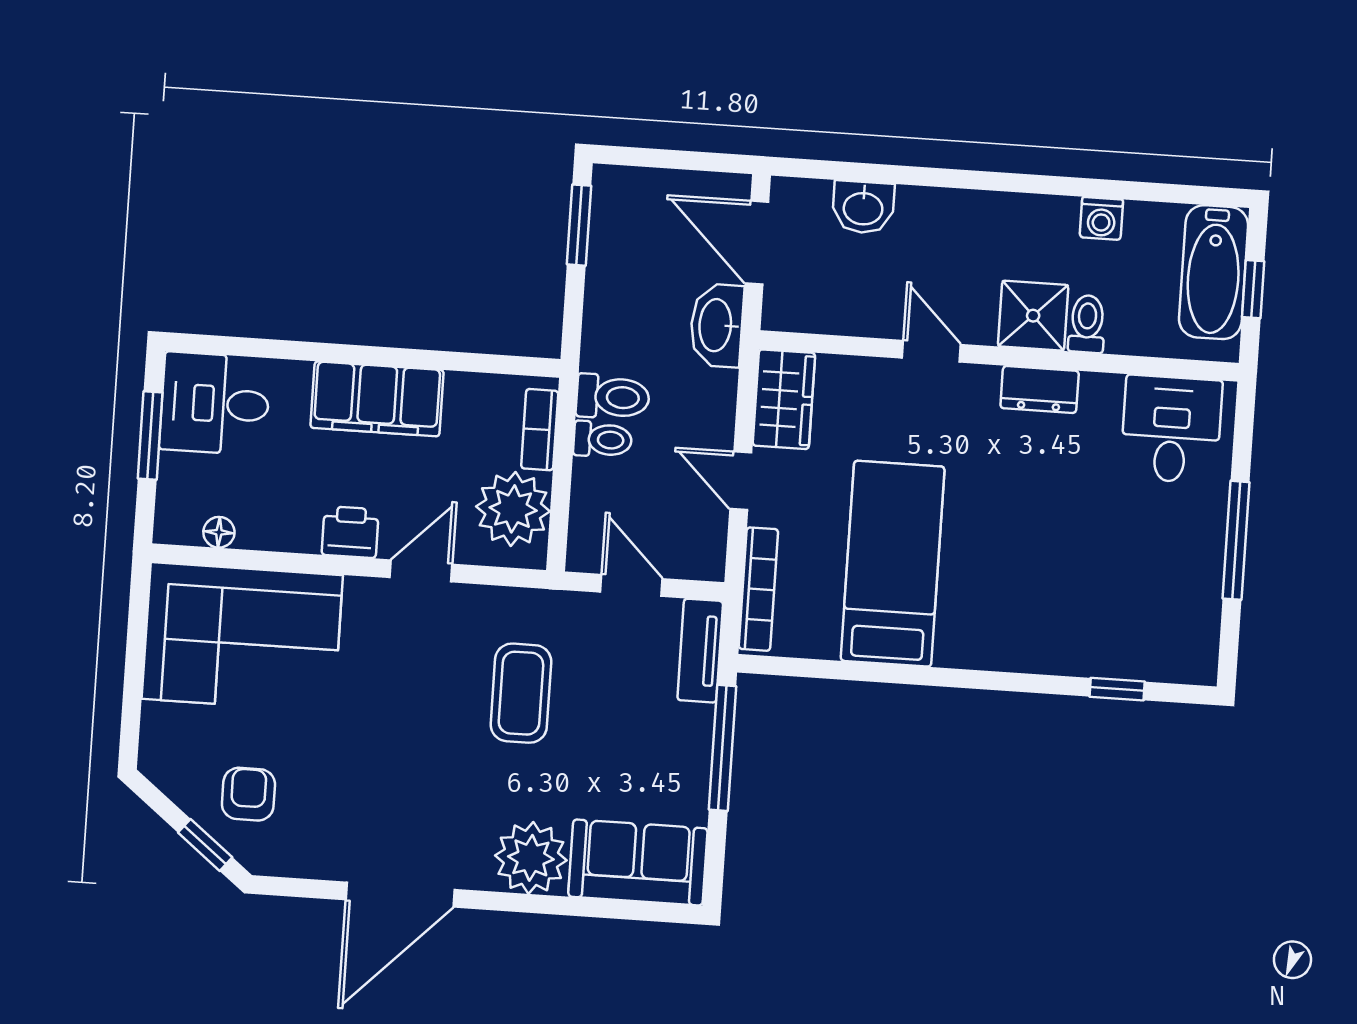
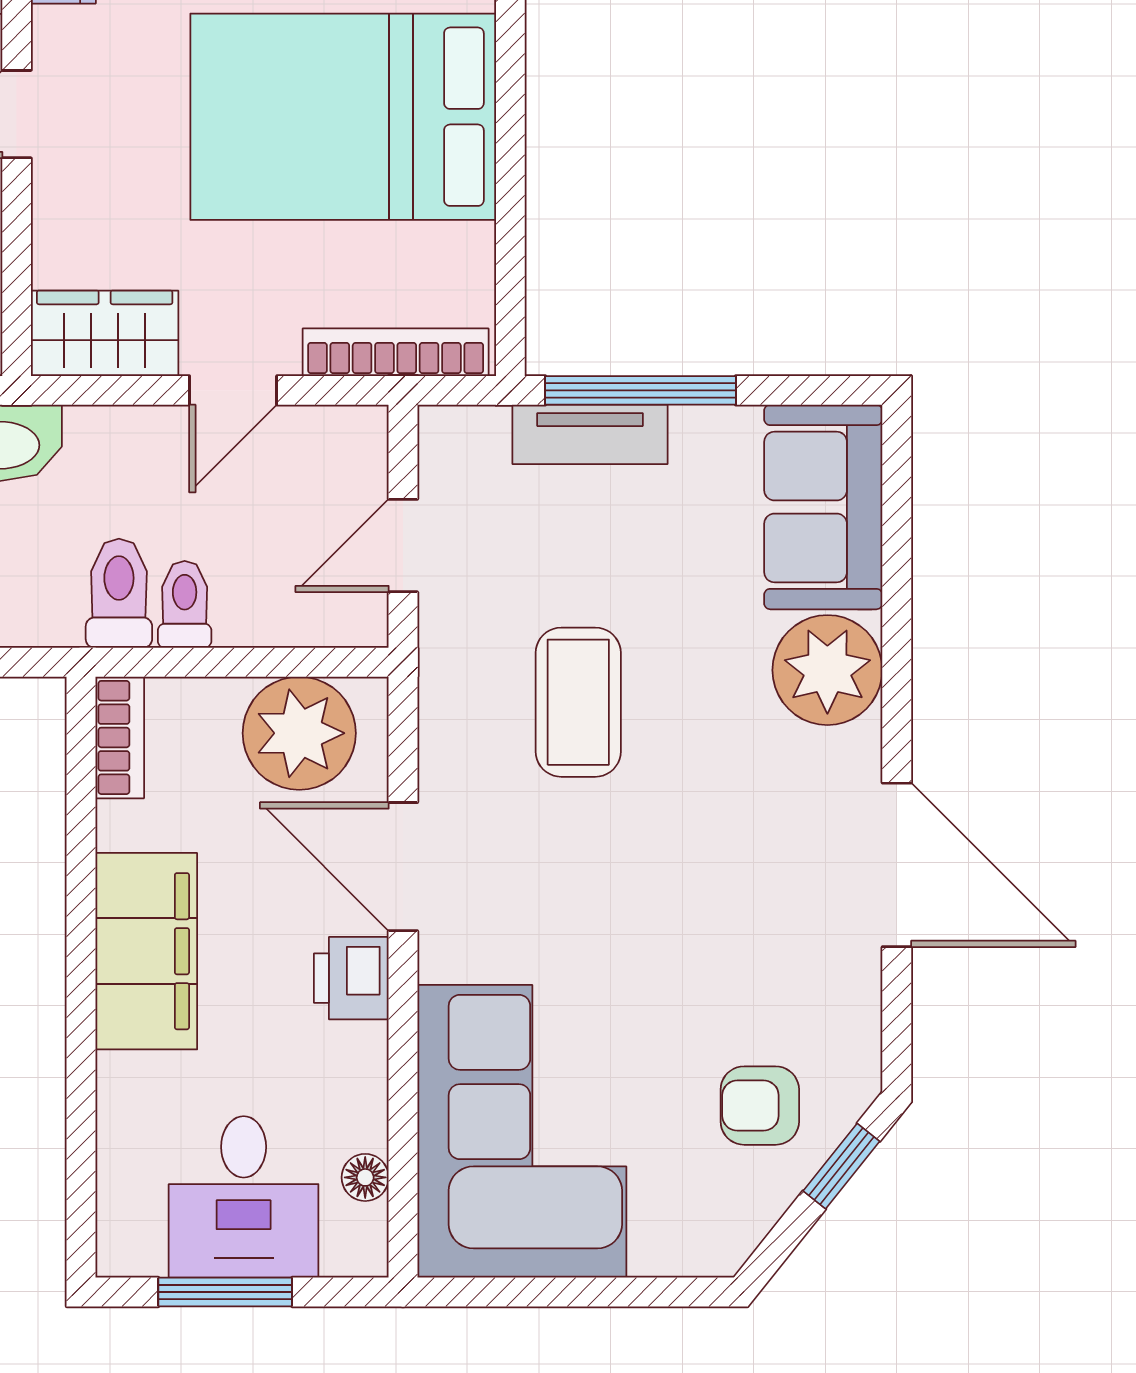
desk: (215, 404) -> (244, 1197), moved
bookcase: (540, 430) -> (120, 737), moved, turned -90
bed: (893, 564) -> (343, 117), width x1.50
door: (421, 571) -> (403, 867), width x1.38
tv unit: (700, 651) -> (590, 434), moved
coffee table: (521, 693) -> (578, 702), turned 90

